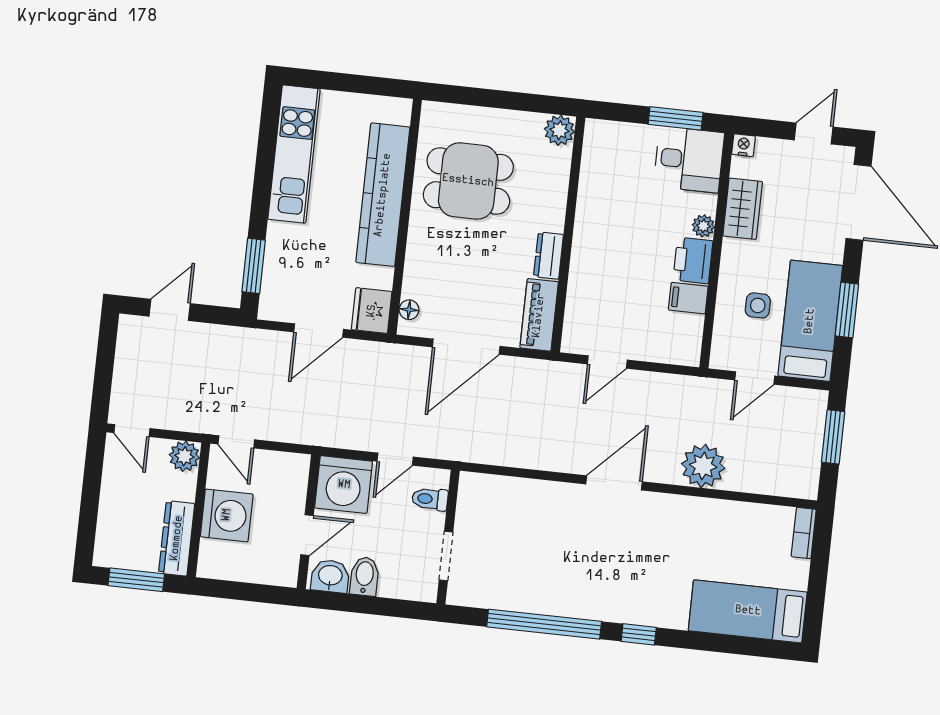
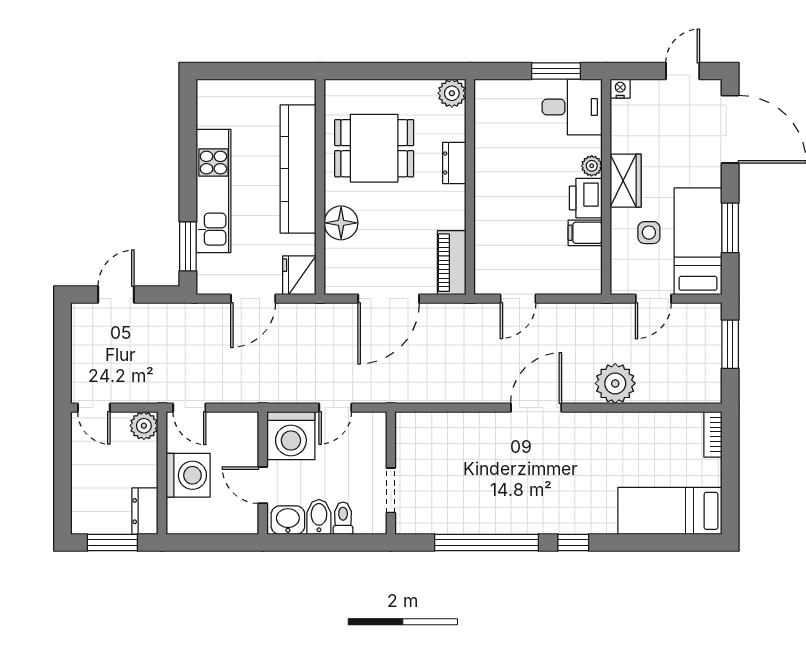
kitchen unit: (294, 154) -> (213, 191), moved
wardrobe: (743, 209) -> (626, 181), moved
dresser: (549, 256) -> (454, 163), moved
floor lamp: (409, 310) -> (341, 223), moved, width x1.89, depth x1.89
toilet: (430, 499) -> (343, 518), moved, turned 90
door: (307, 535) -> (263, 485), swing flipped
dresser: (177, 538) -> (145, 511), width x0.70

